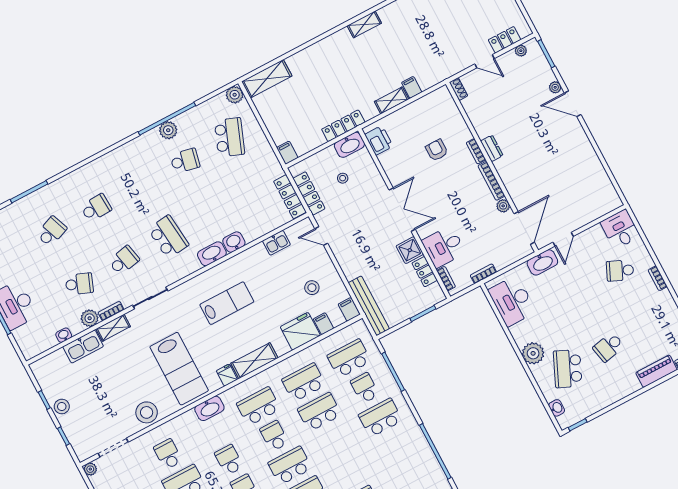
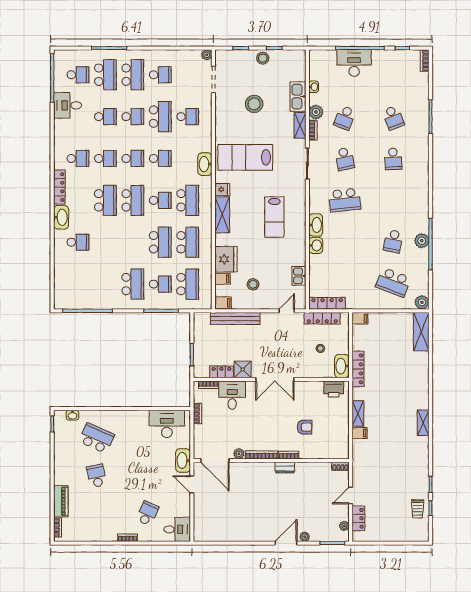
bench: (369, 306) -> (235, 318), moved
plant: (533, 353) -> (121, 419), removed
stool: (147, 412) -> (254, 104), moved

